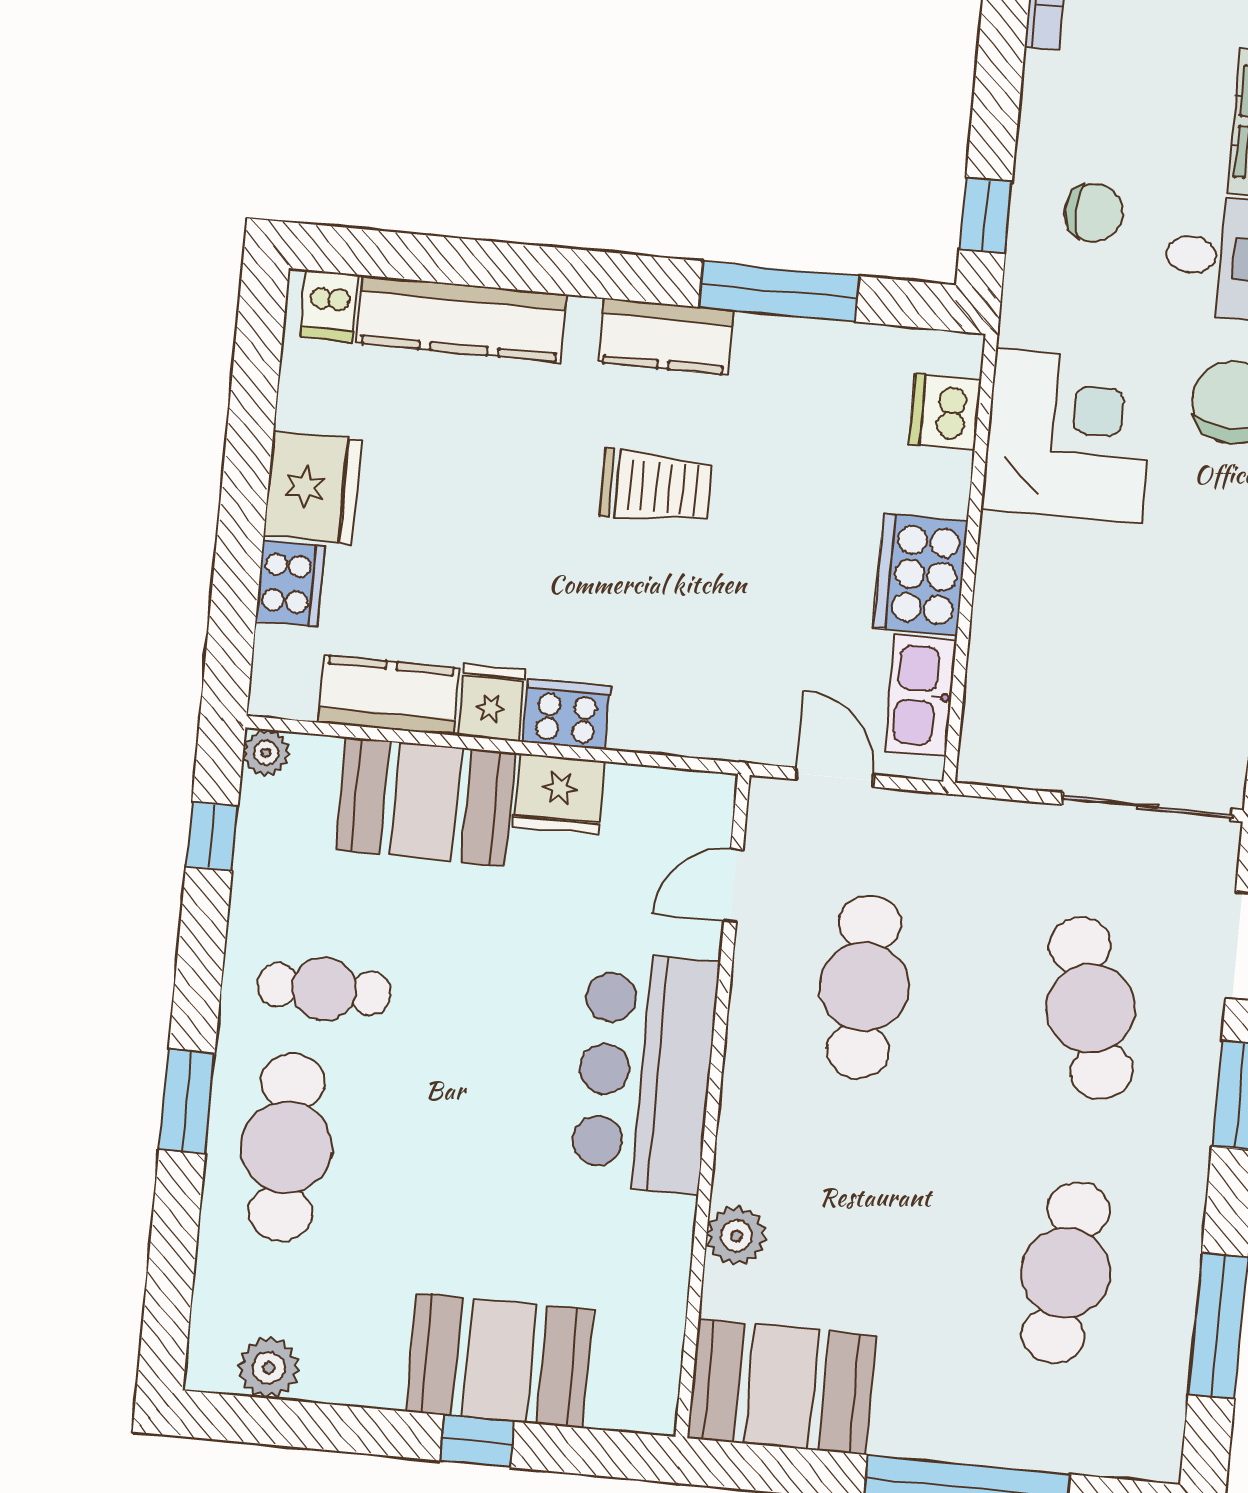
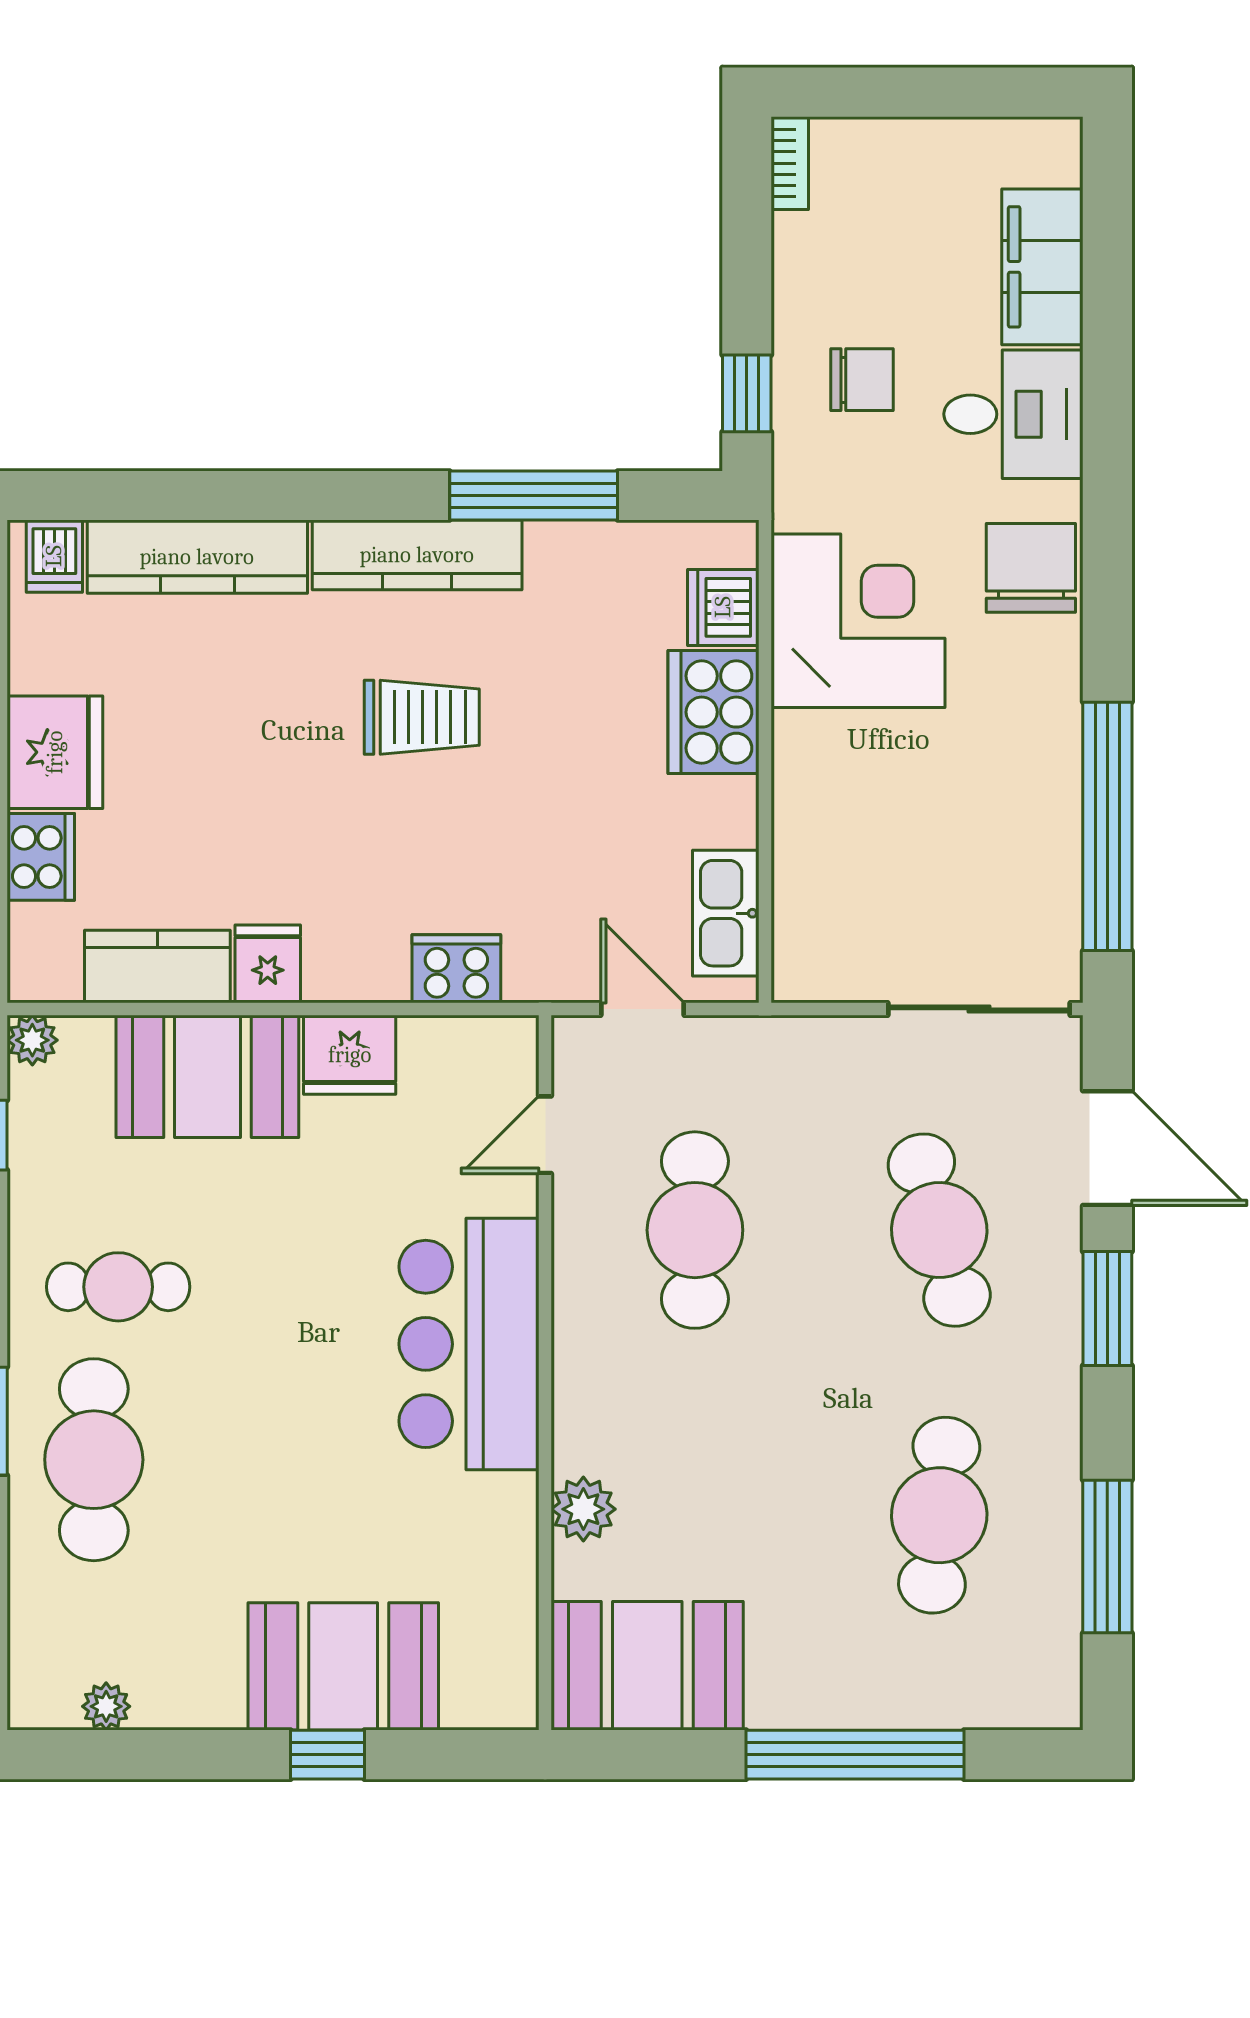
kitchen counter: (666, 336) -> (417, 555), width x1.50
cooker: (921, 575) -> (714, 712), moved
cooker: (567, 714) -> (456, 969), moved
plant: (269, 1368) -> (106, 1706), width x0.73, depth x0.73

